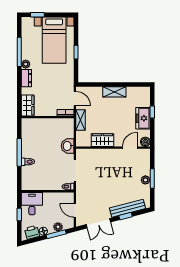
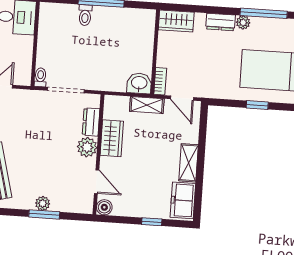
door: (75, 99) -> (182, 98), hinge flipped
freezer: (143, 118) -> (183, 200), moved, turned -90
washbasin: (68, 146) -> (139, 83), moved
dresser: (93, 154) -> (91, 122), added
plant: (109, 155) -> (87, 147), added

